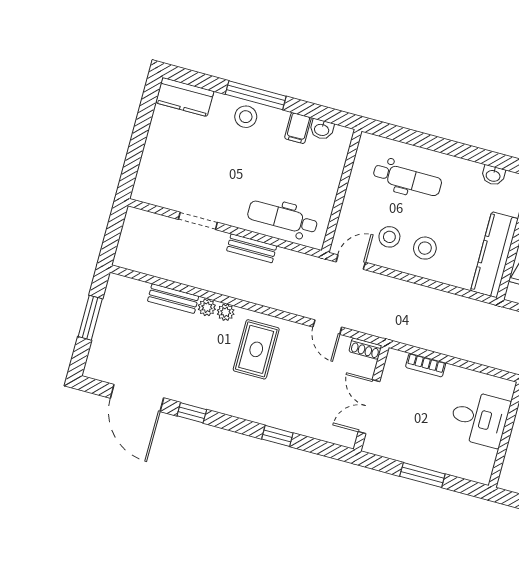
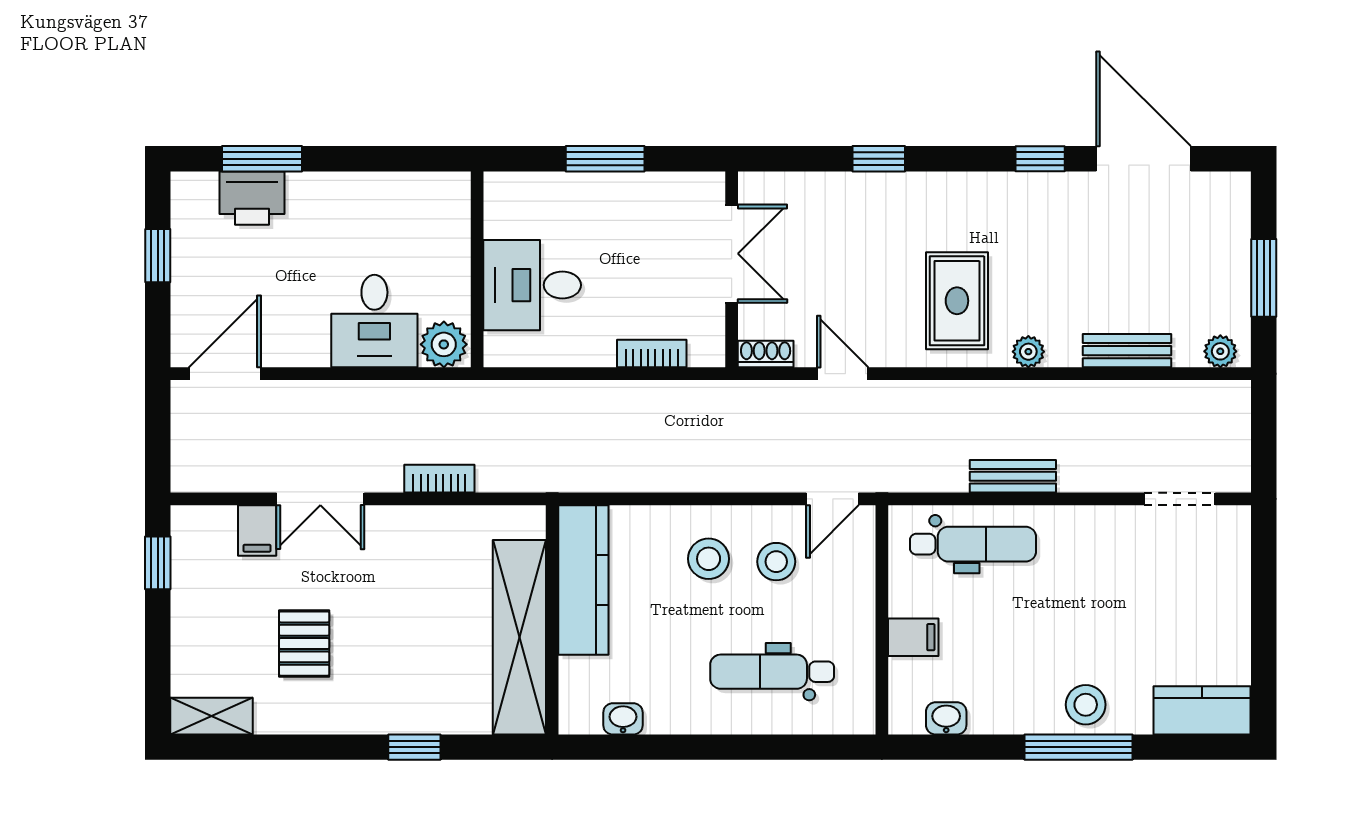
filing cabinet: (298, 128) -> (913, 637), moved, turned 90
doorway: (198, 221) -> (1180, 499), moved
plant: (207, 307) -> (1220, 351), moved

